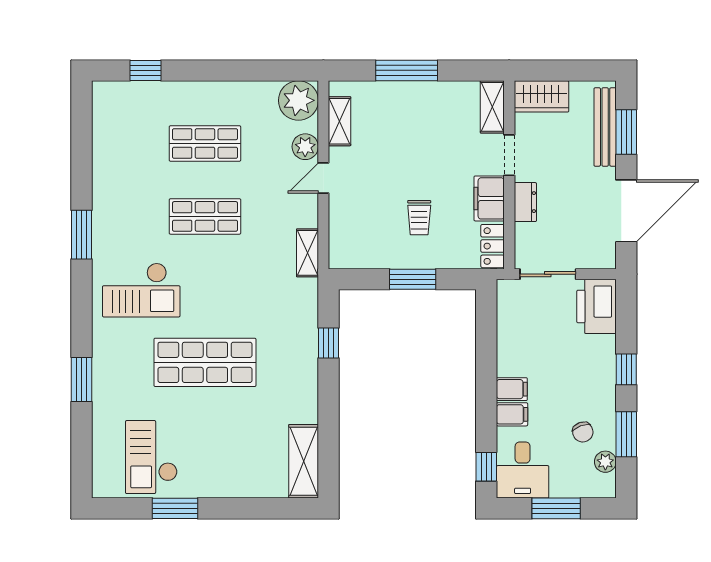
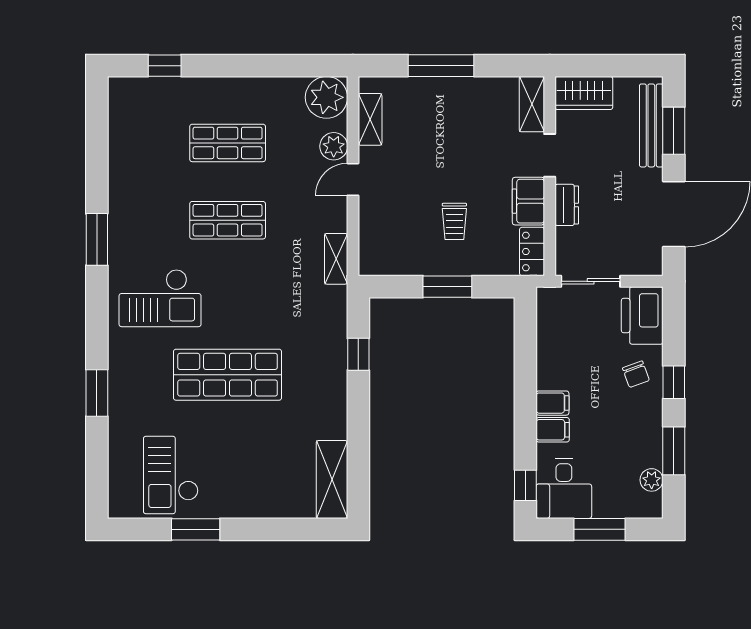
chair: (583, 432) -> (636, 374), moved

